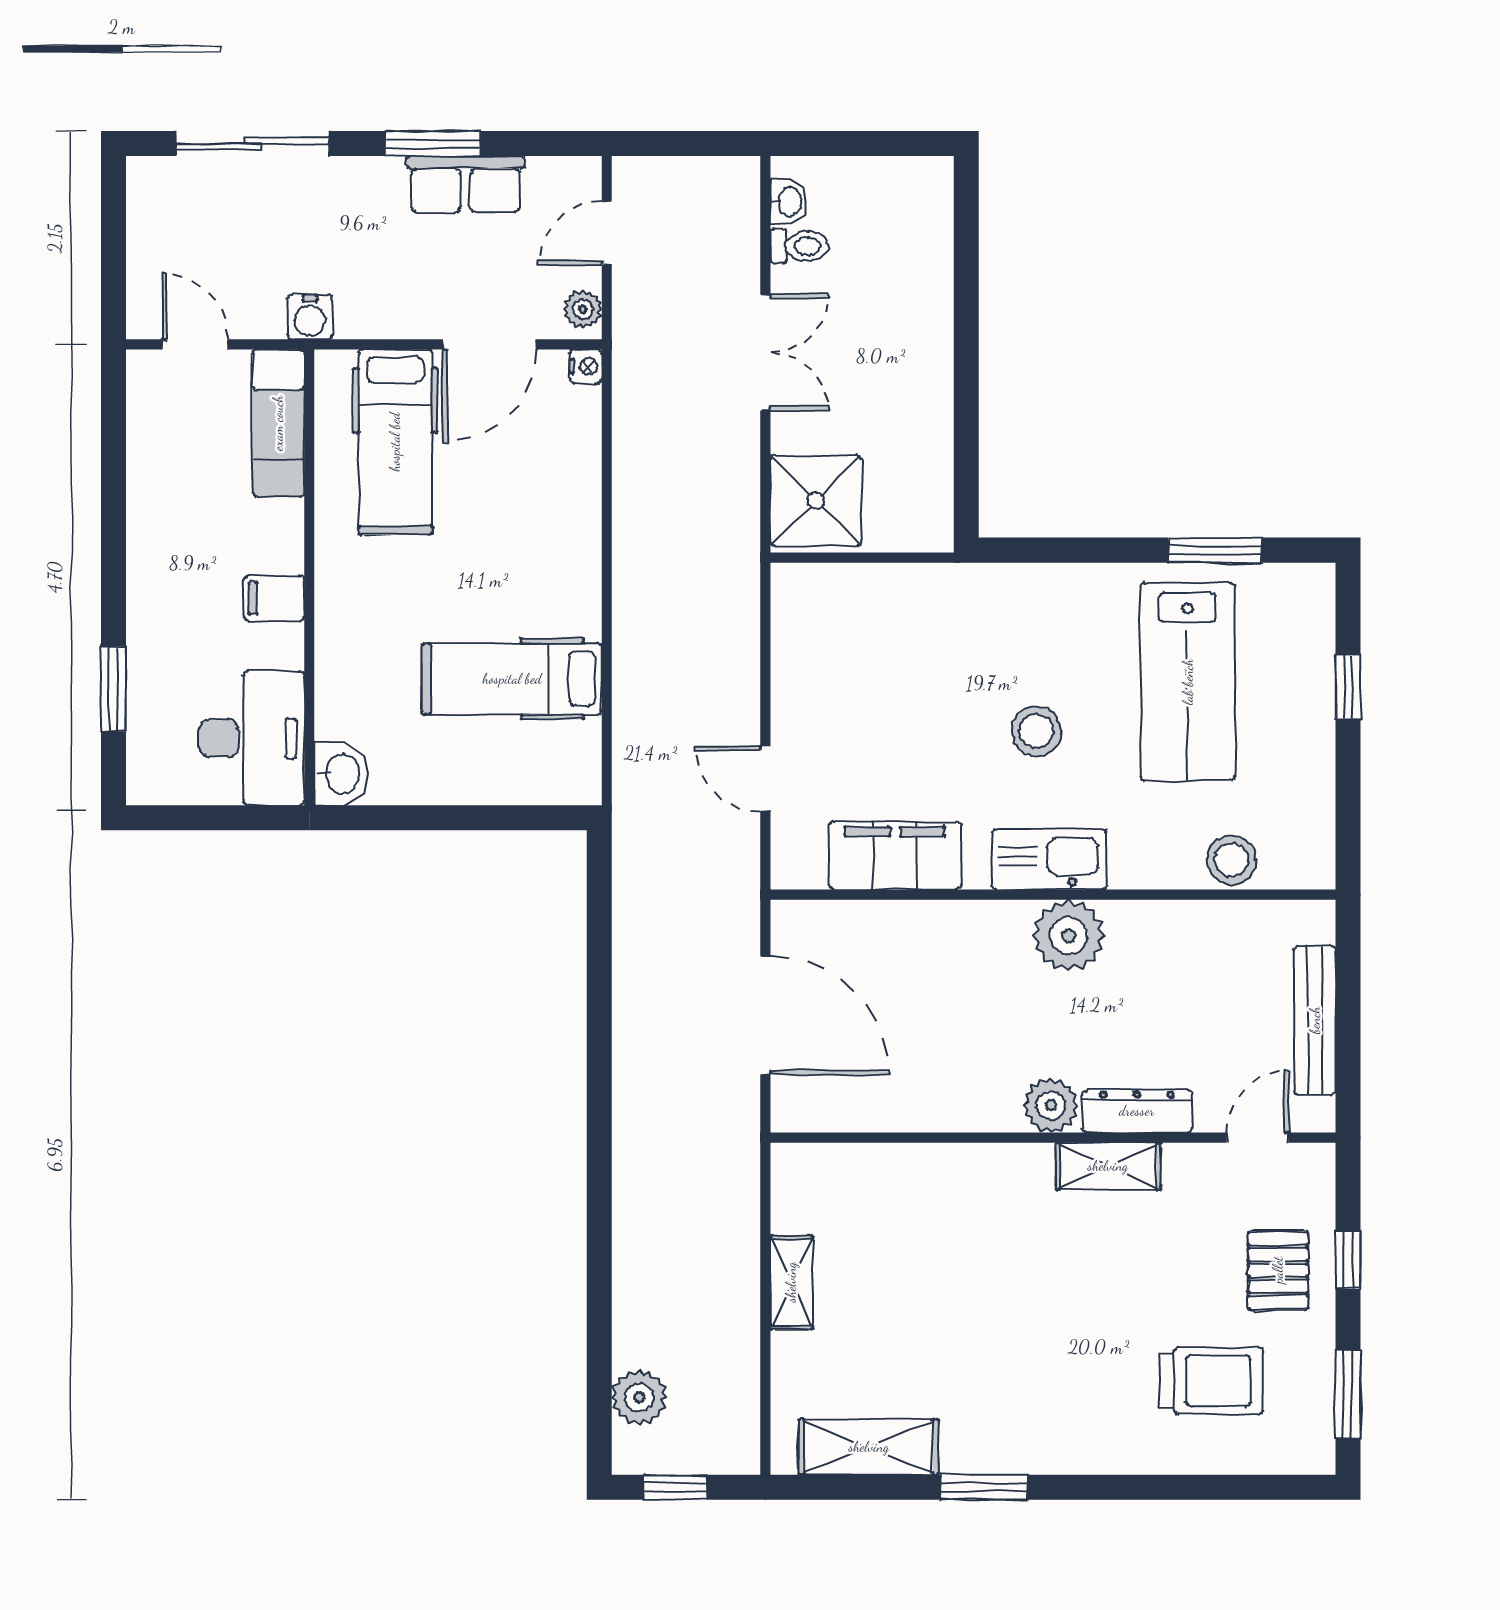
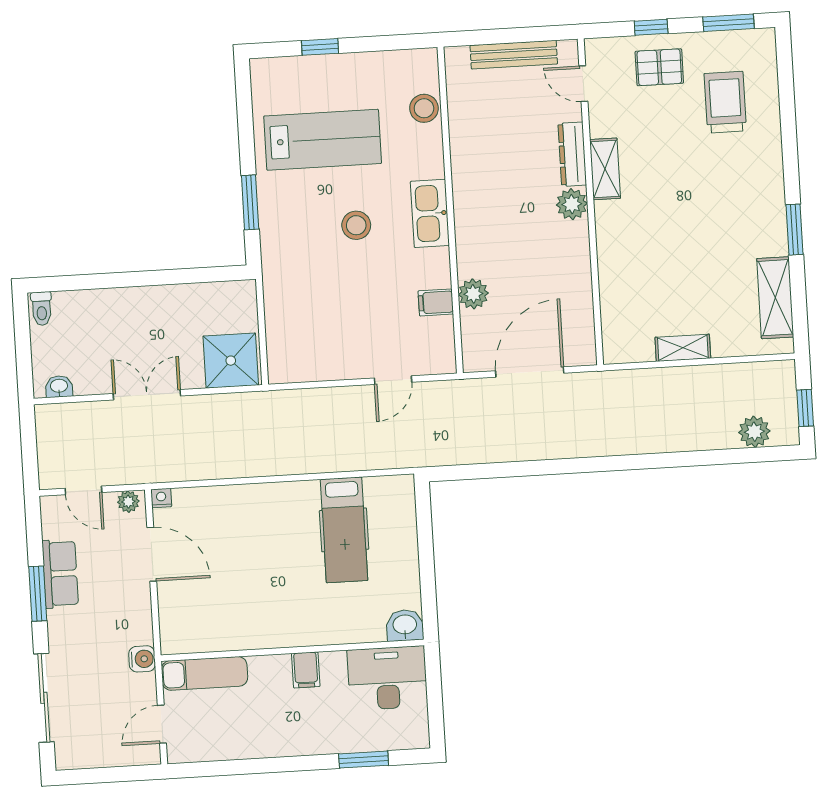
toilet: (799, 246) -> (42, 309), moved, turned 180
hospital bed: (395, 442) -> (211, 605), removed
window: (1215, 550) -> (250, 202), moved
filing cabinet: (895, 856) -> (436, 302), width x0.33, depth x0.86
plant: (1069, 936) -> (473, 294), moved, width x0.73, depth x0.73

